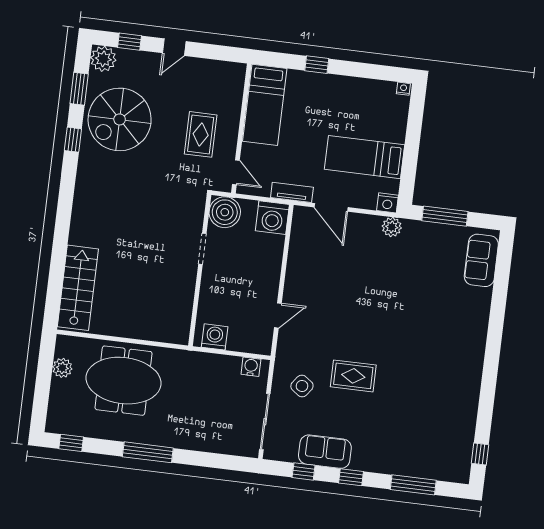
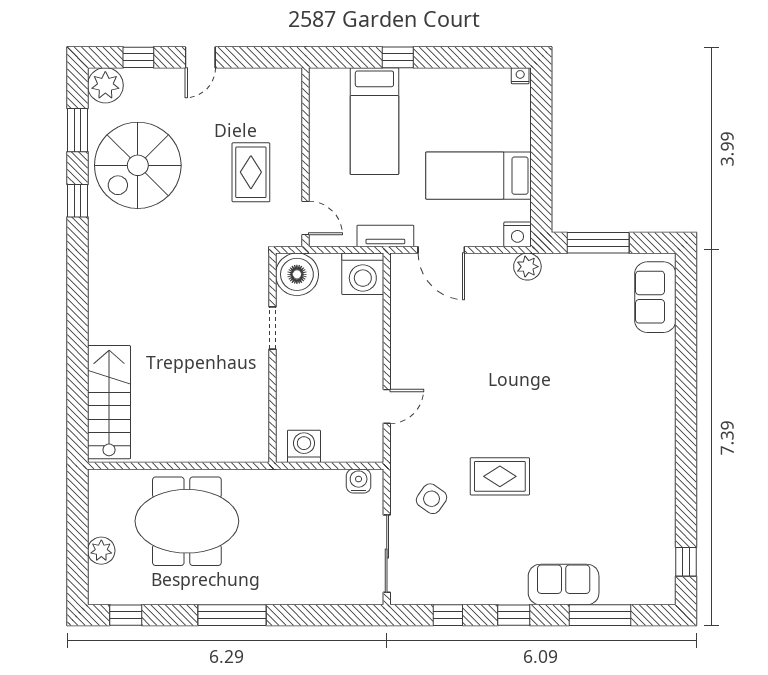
bed: (265, 105) -> (374, 121), moved
plant: (62, 368) -> (101, 551), moved
sofa: (325, 452) -> (564, 585), moved

